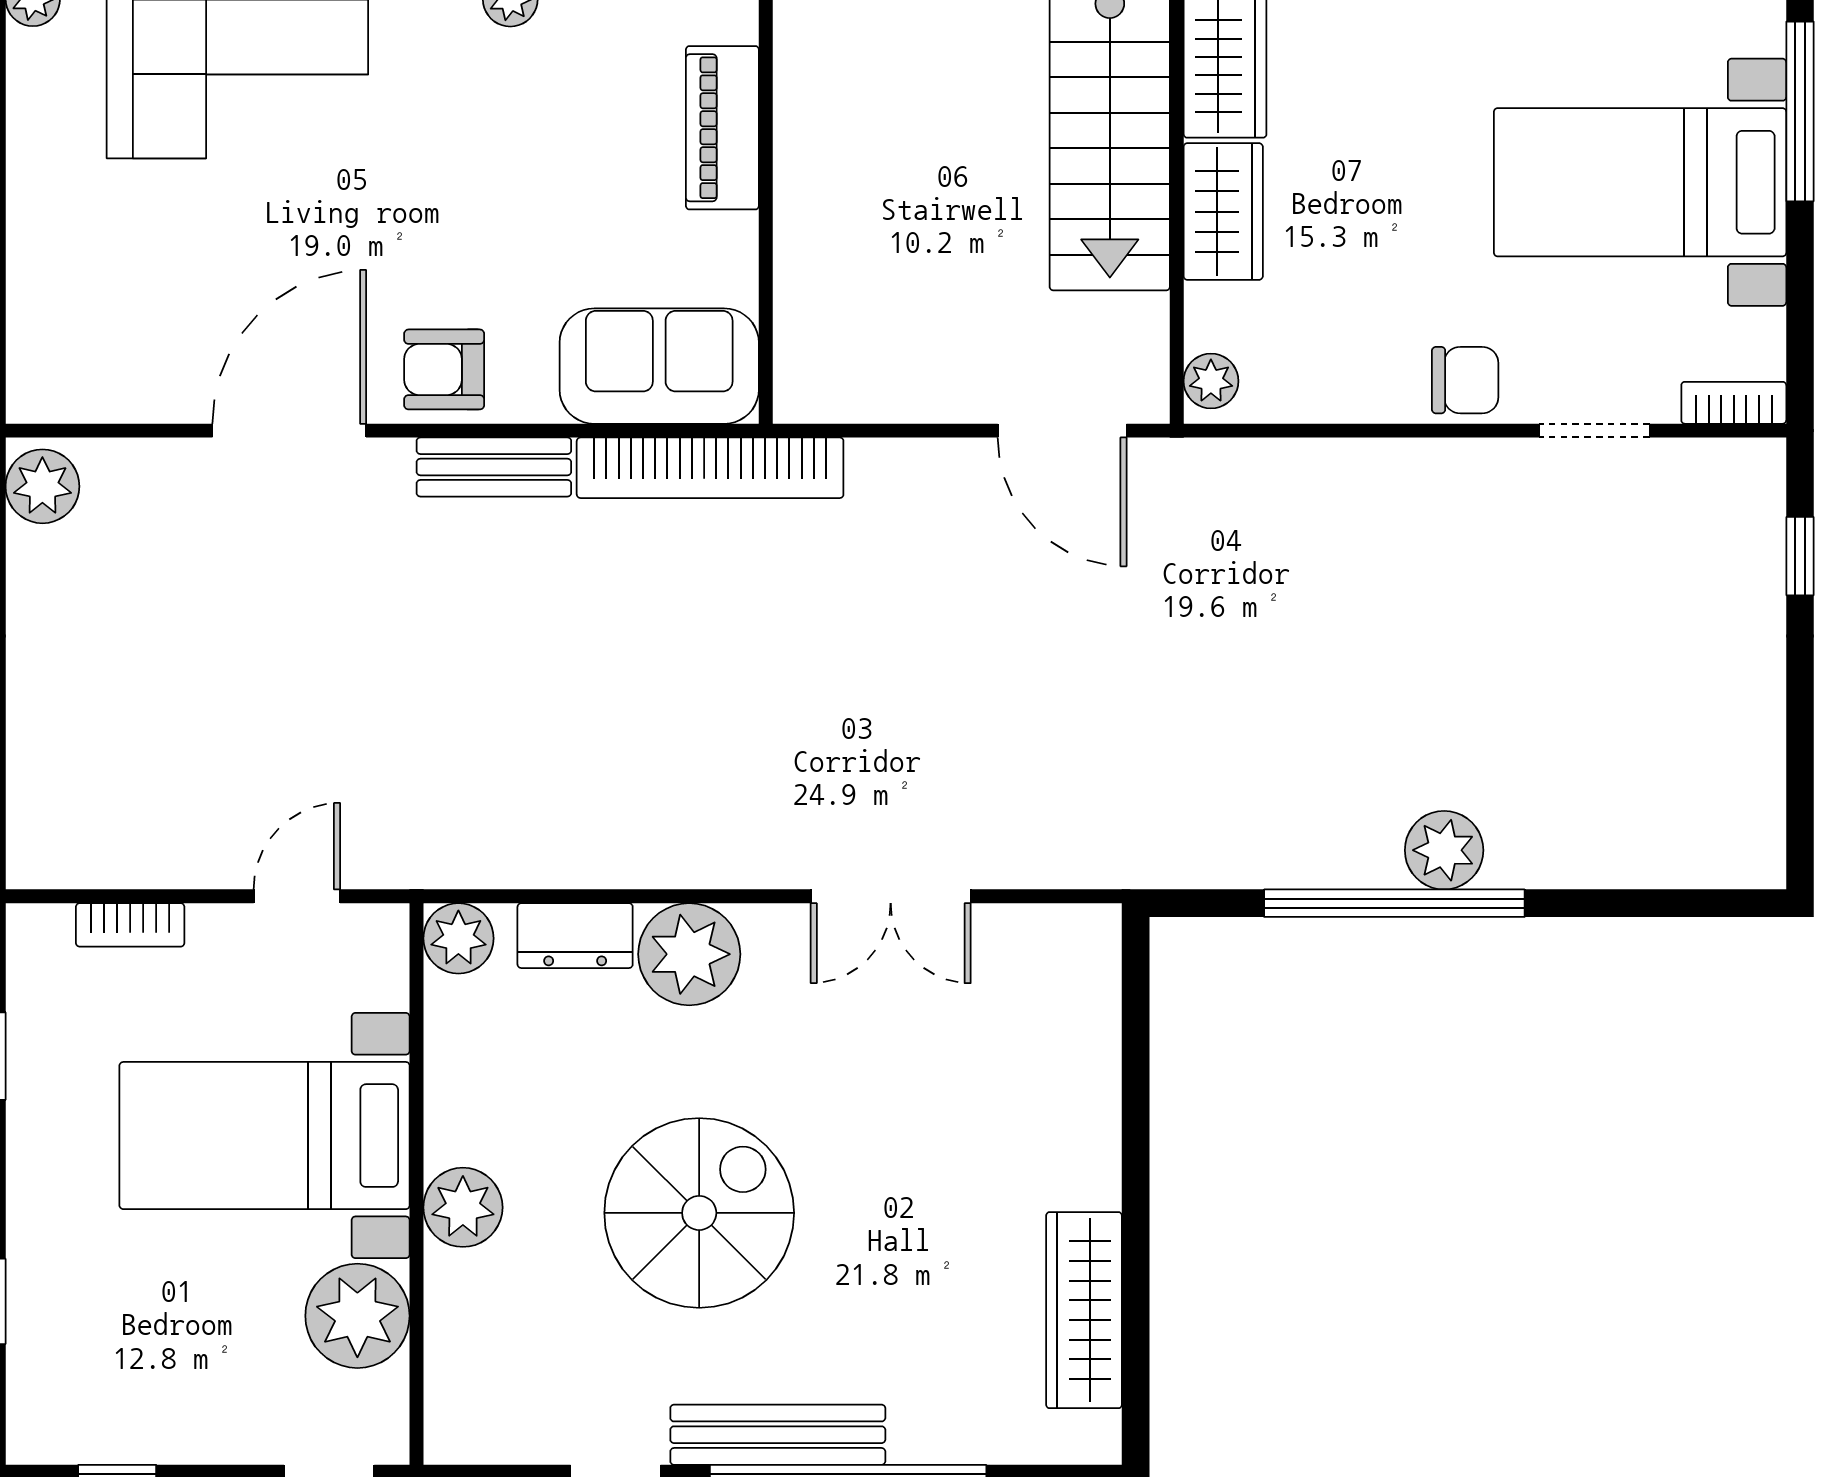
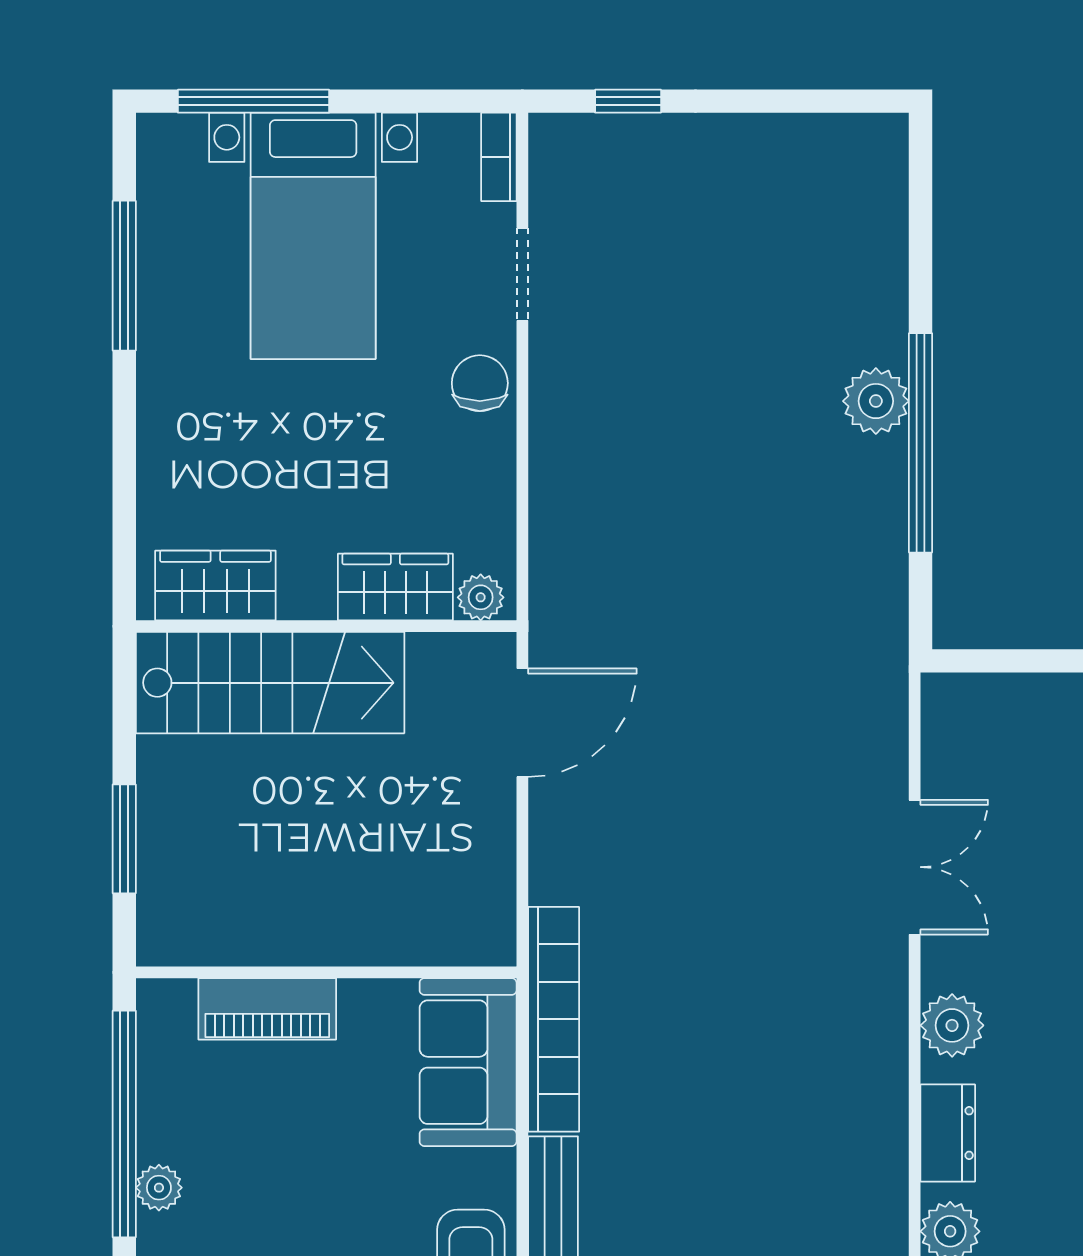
wardrobe: (1223, 212) -> (395, 587), moved
plant: (689, 954) -> (952, 1025), width x0.73, depth x0.73

